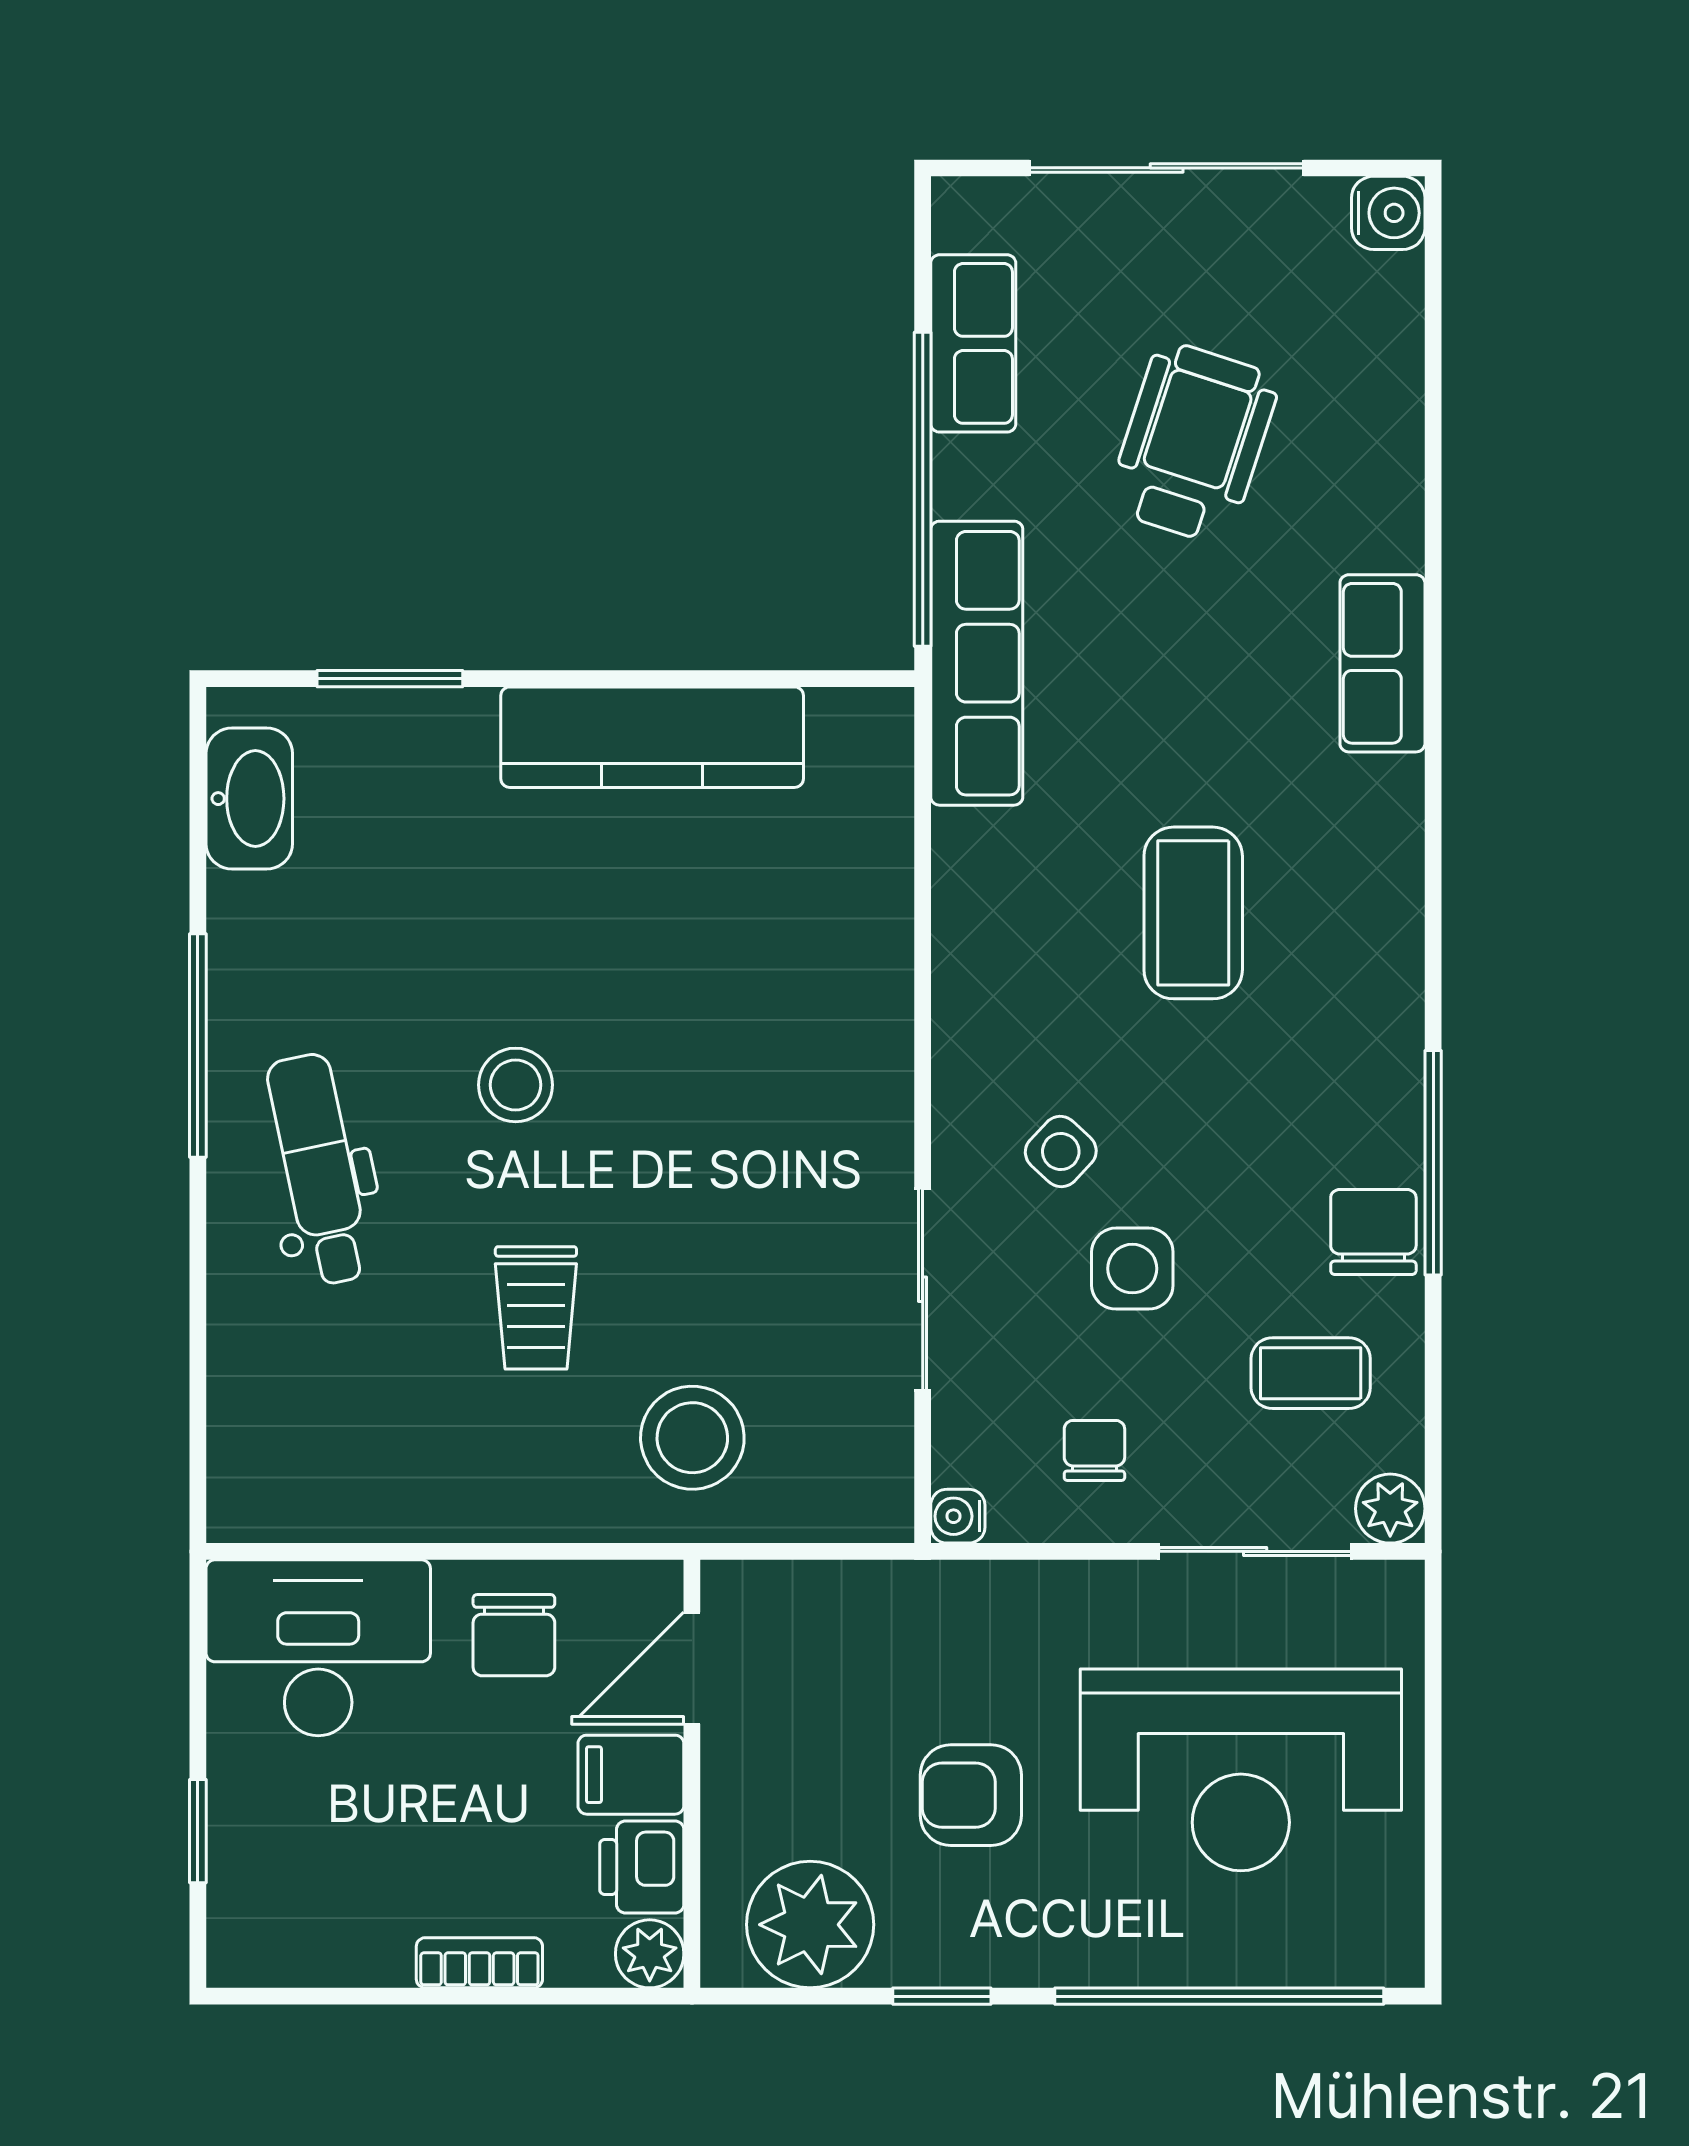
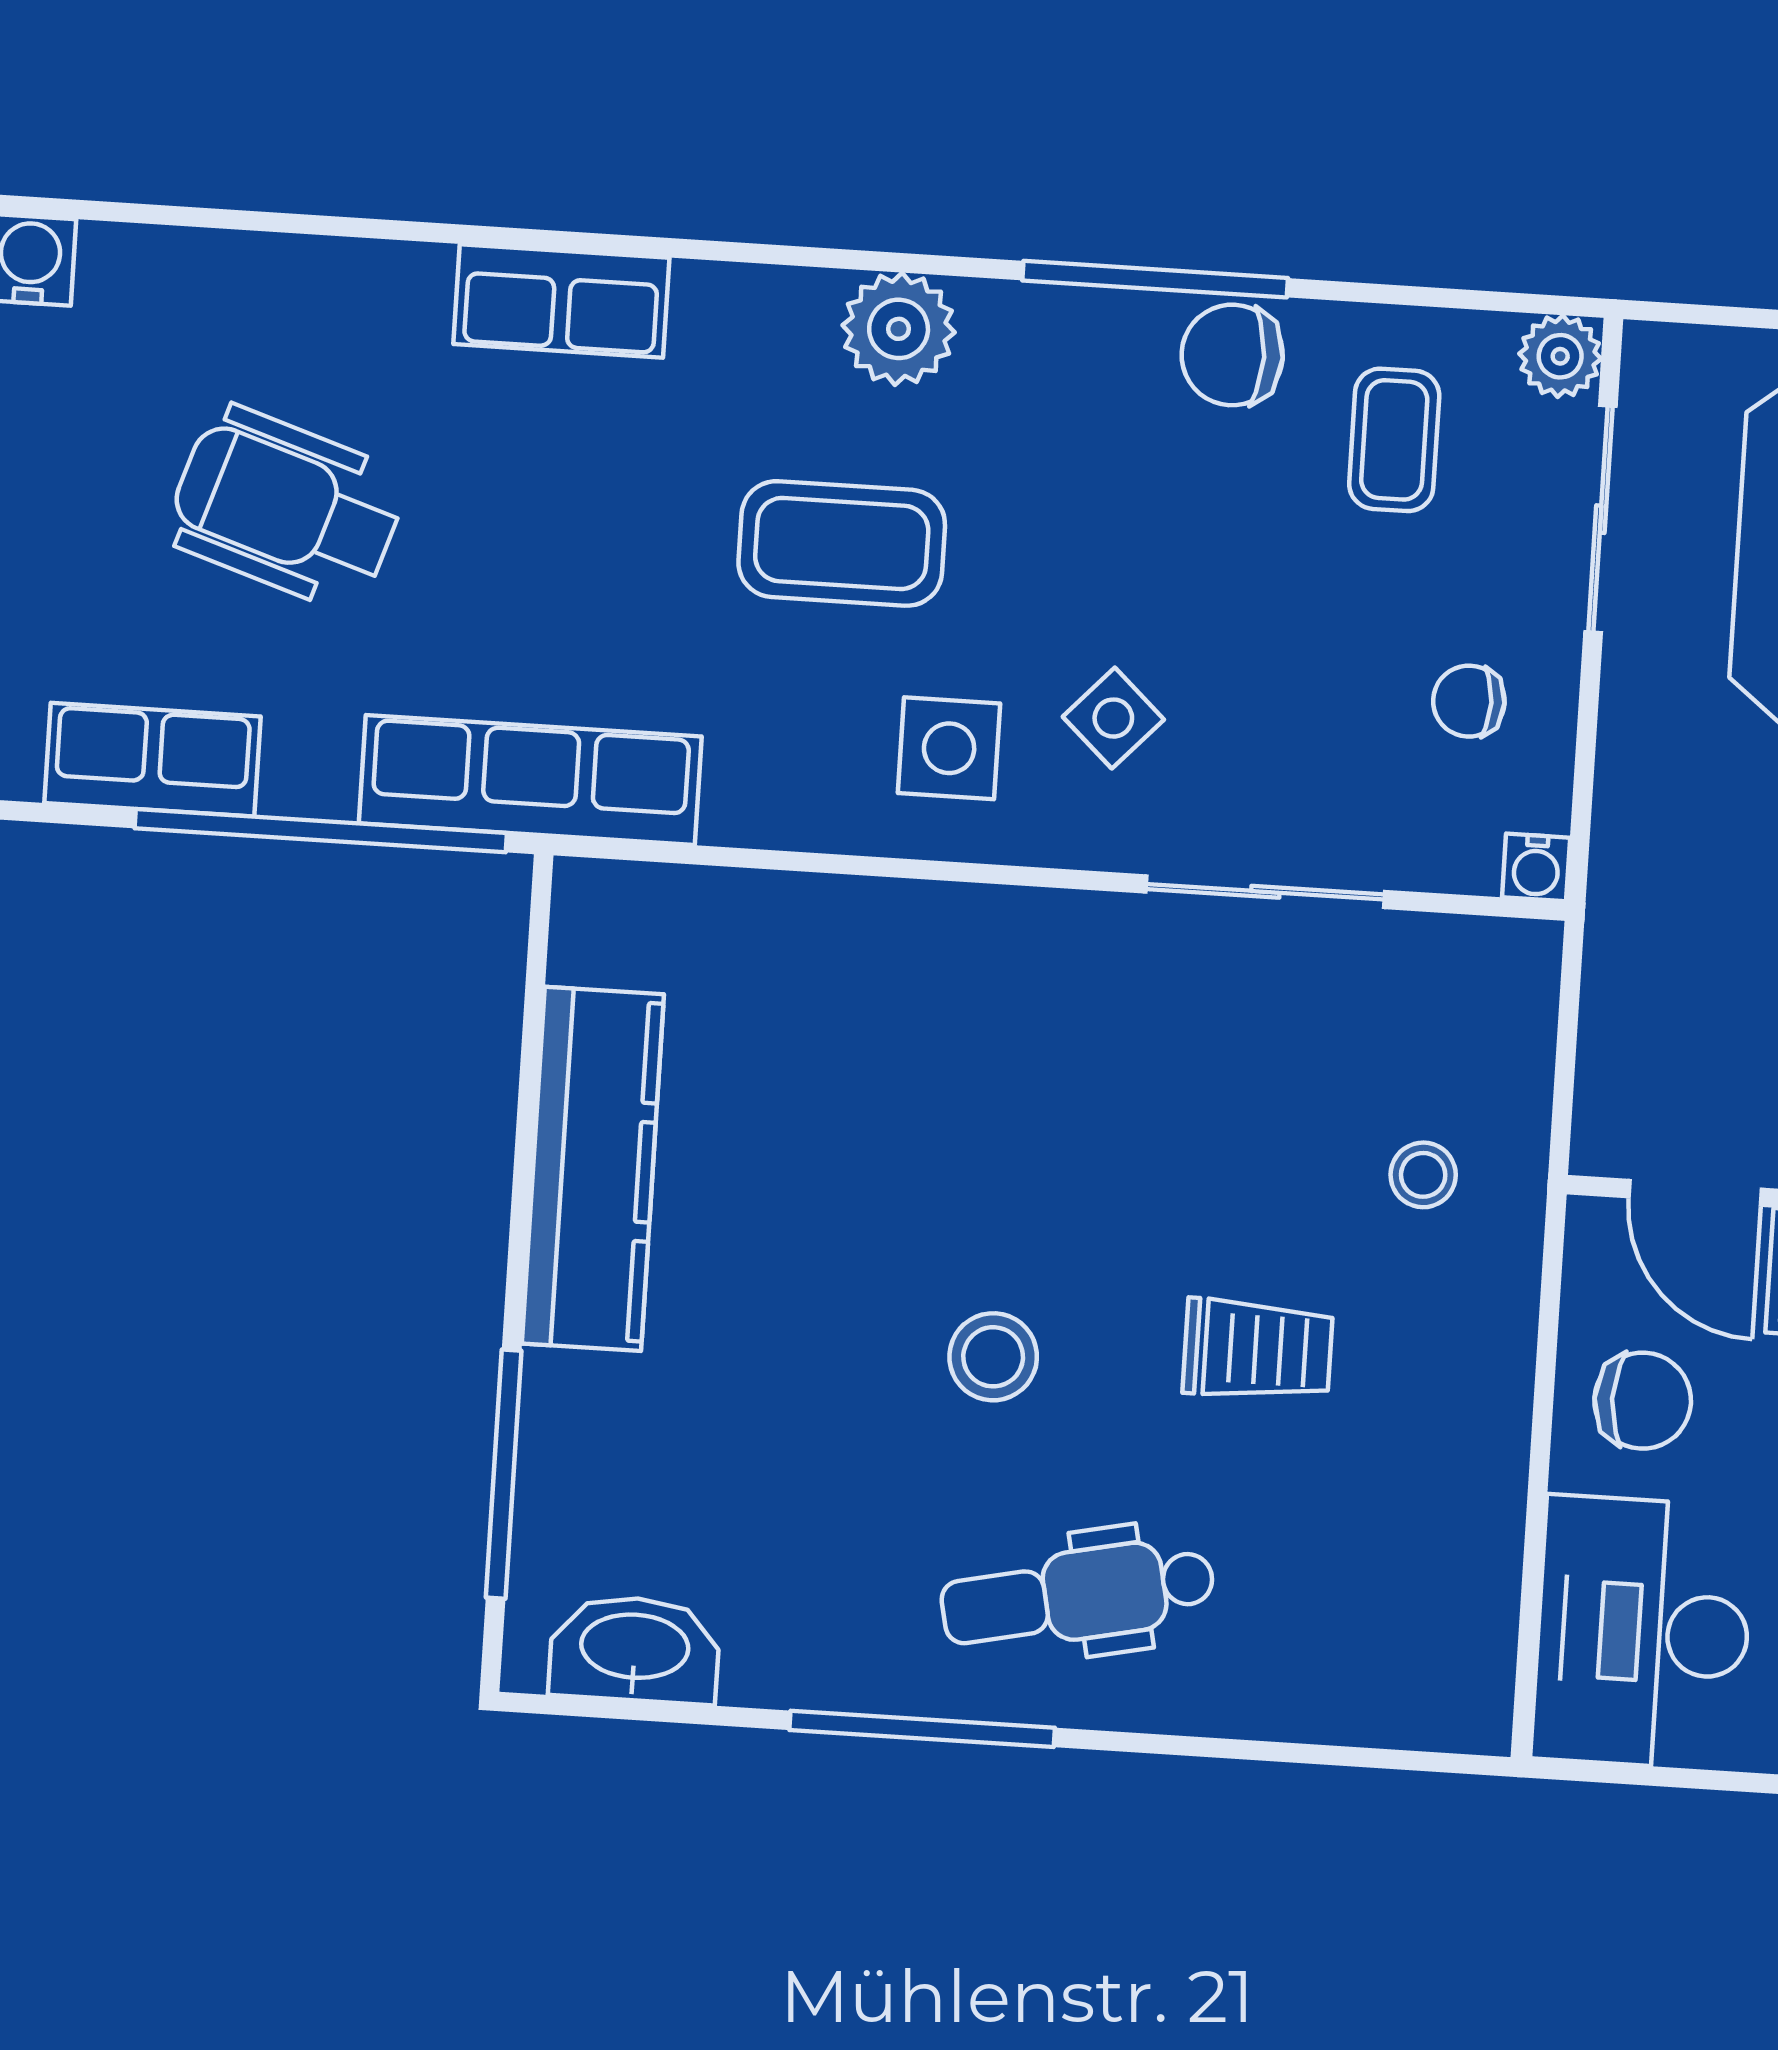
window: (390, 679) -> (504, 1474), width x1.44
plant: (1377, 949) -> (899, 329), added
side table: (1132, 1269) -> (949, 748), moved
stool: (692, 1438) -> (1423, 1175), width x0.53, depth x0.53

